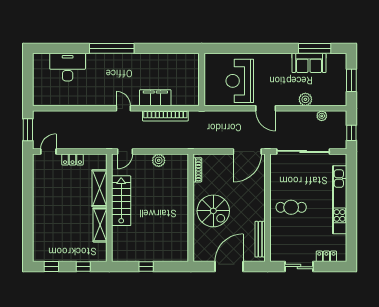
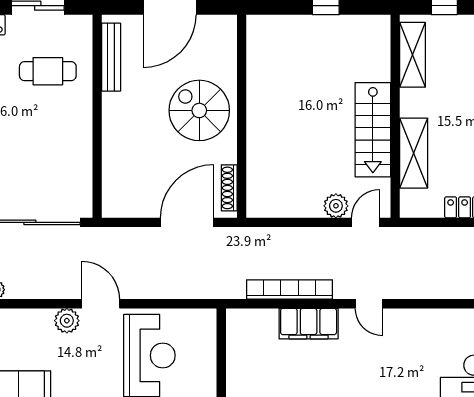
plant: (305, 99) -> (67, 321), moved
door: (247, 151) -> (187, 222), moved
plant: (159, 160) -> (336, 206), moved
cafe table: (291, 207) -> (48, 71), moved
shelving: (100, 225) -> (413, 55), moved

